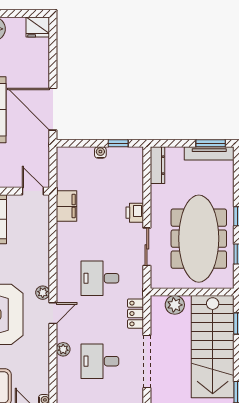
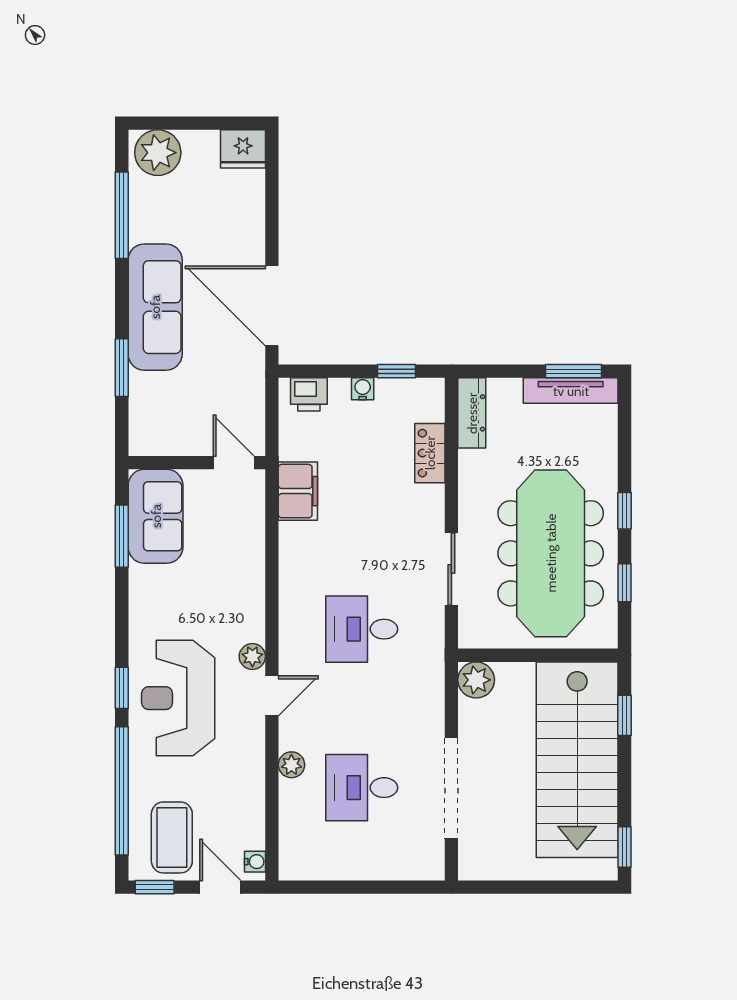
printer: (135, 213) -> (309, 394), moved, turned -90
plant: (175, 305) -> (476, 680), moved
locker: (136, 314) -> (430, 453), moved

